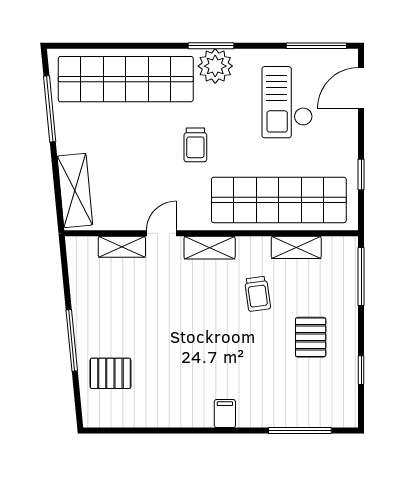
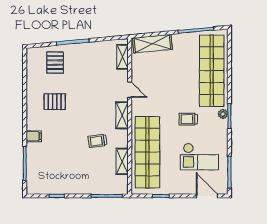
plant: (215, 66) -> (223, 114), width x0.53, depth x0.53
checkout: (287, 102) -> (199, 157), turned 180
trolley: (195, 145) -> (188, 119), moved
shelving: (122, 247) -> (122, 57), moved
pallet: (311, 337) -> (55, 102), moved
filing cabinet: (225, 414) -> (34, 136), moved

